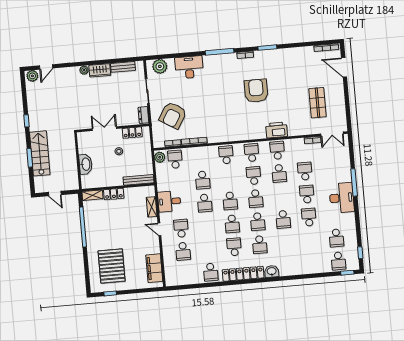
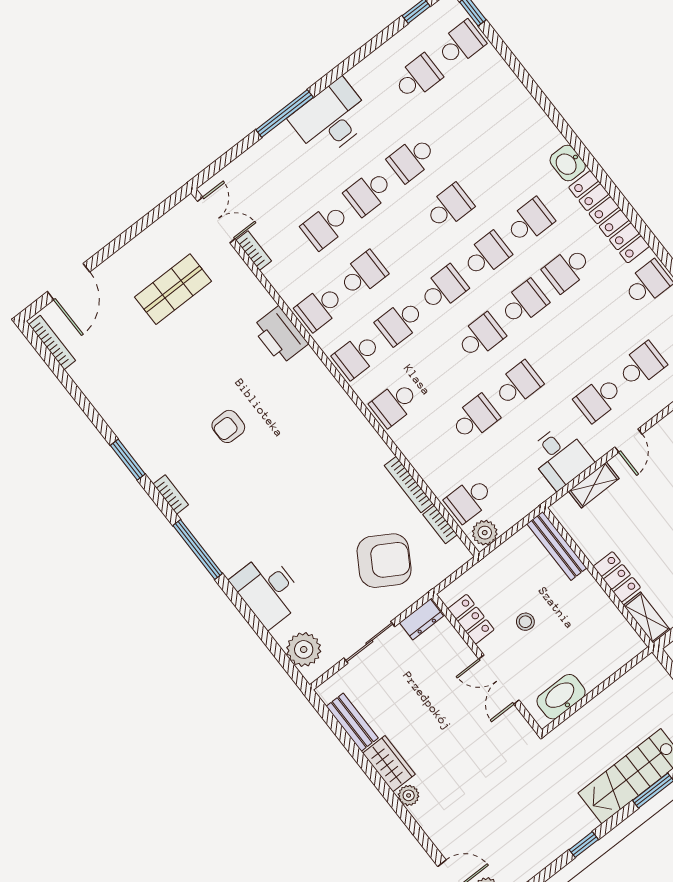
armchair: (256, 91) -> (228, 426), width x0.53, depth x0.53
washbasin: (86, 164) -> (561, 697), moved

